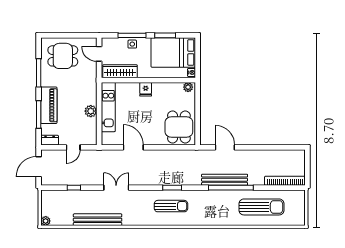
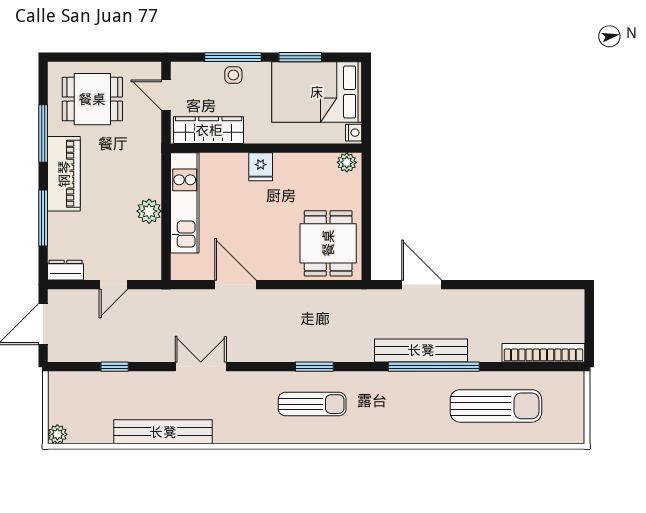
piano: (49, 105) -> (64, 174), moved

